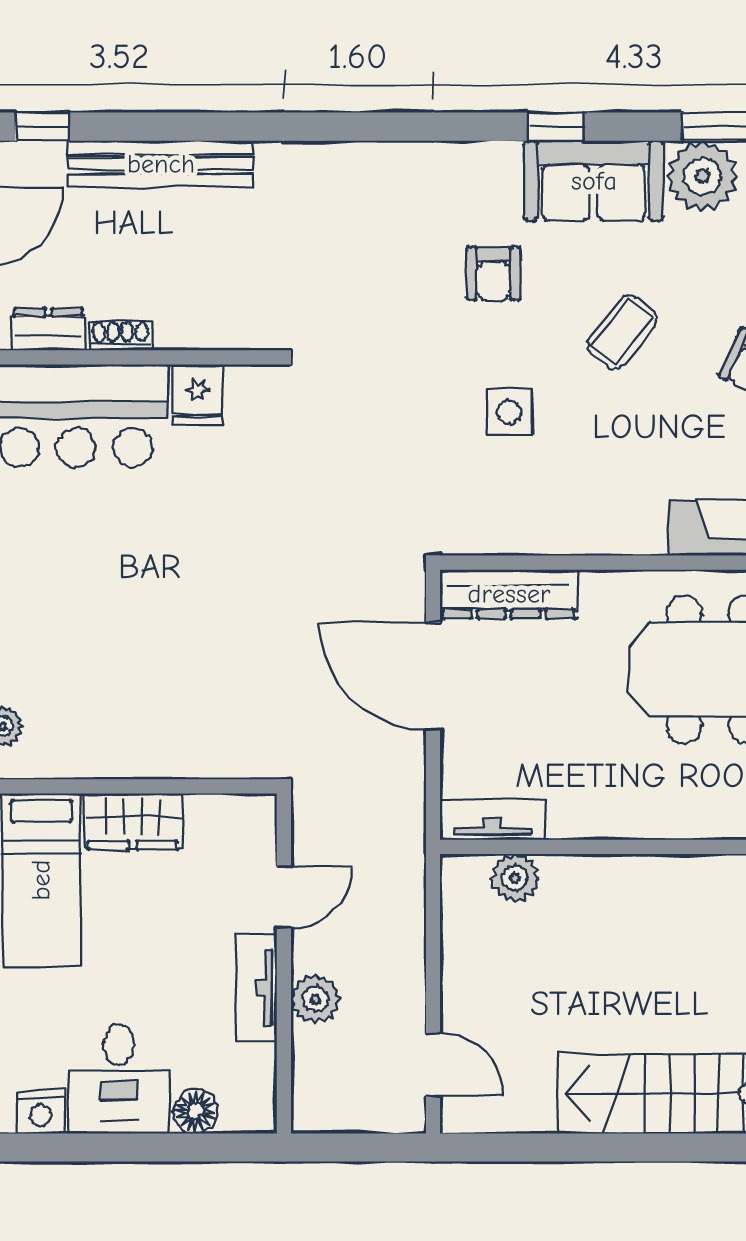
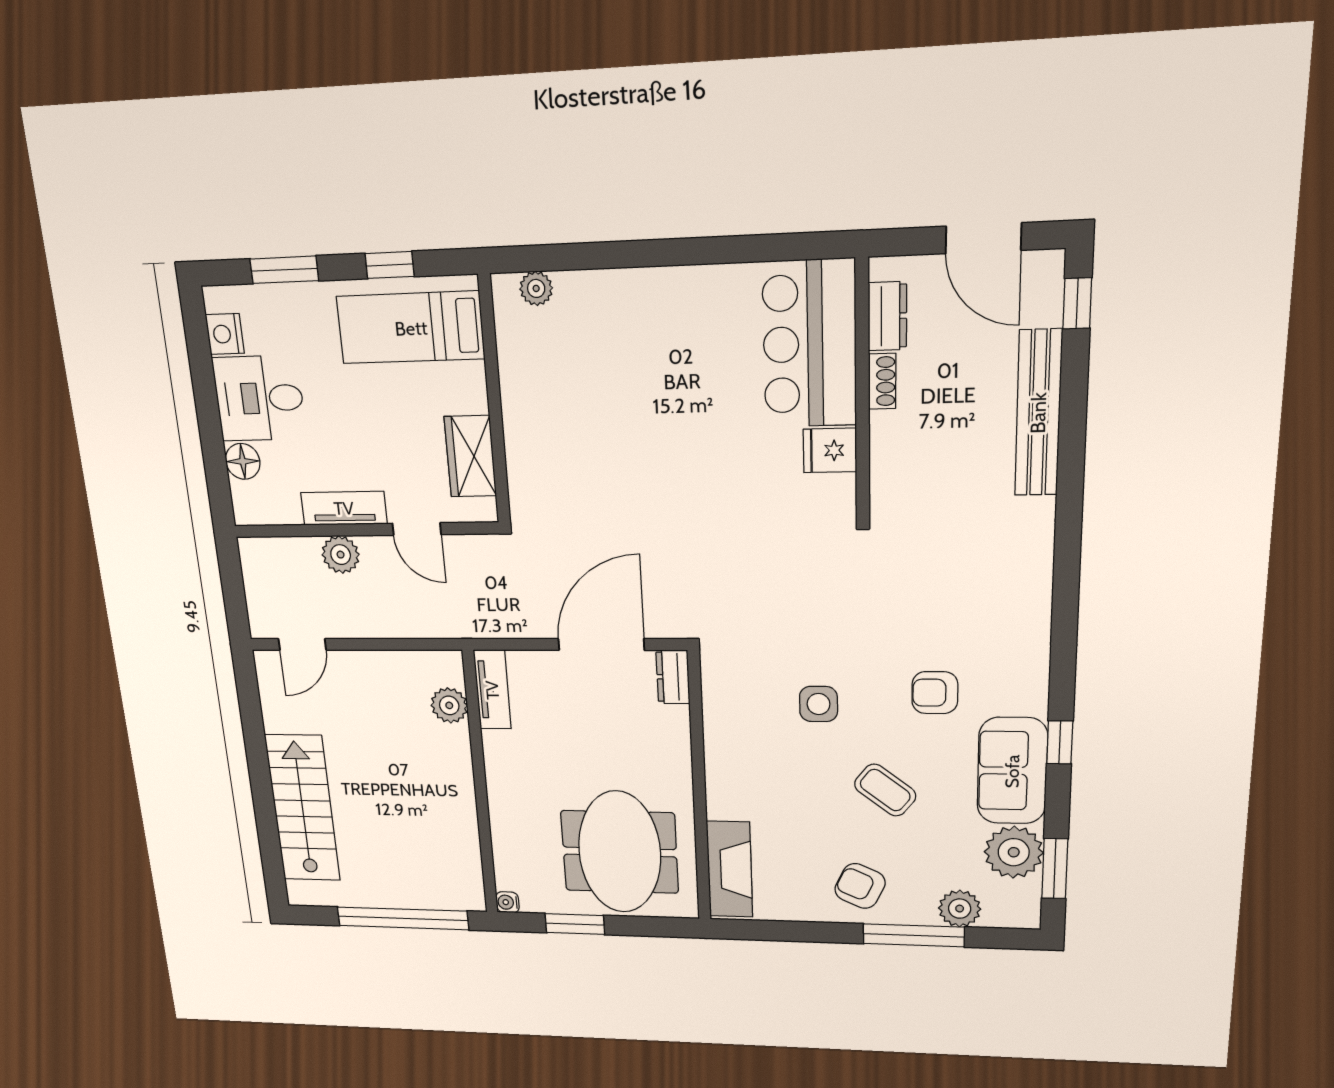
dresser: (509, 594) -> (673, 677), width x0.51, depth x0.80
wardrobe: (133, 821) -> (470, 456), moved

